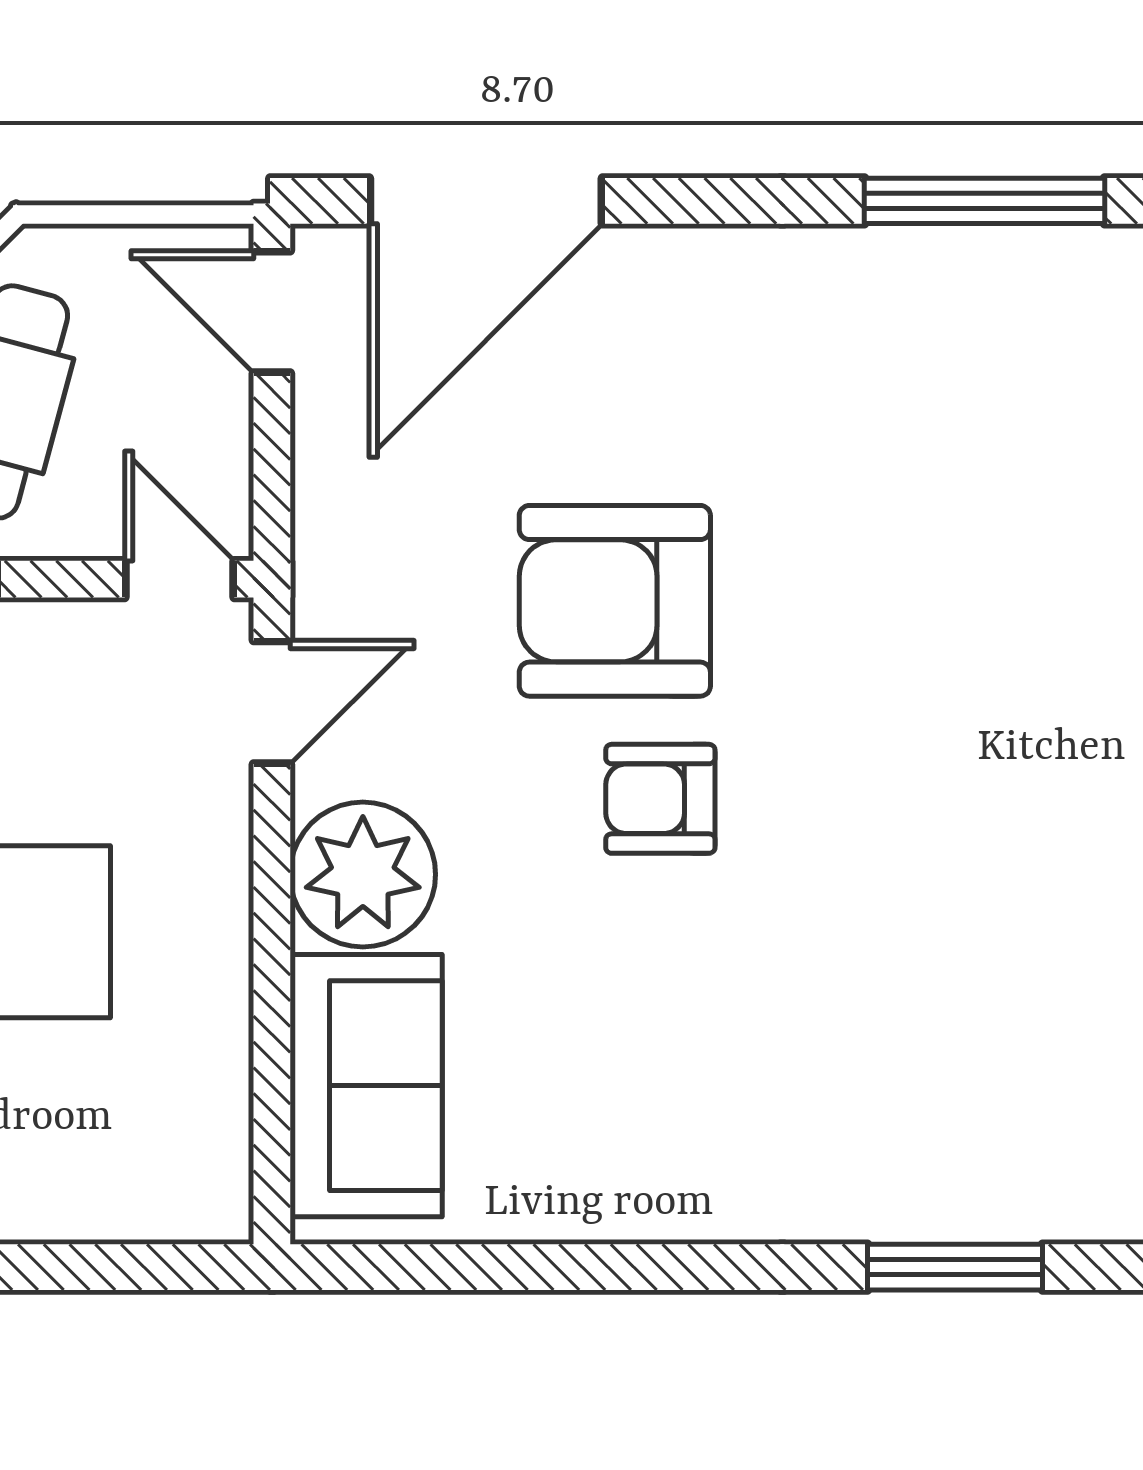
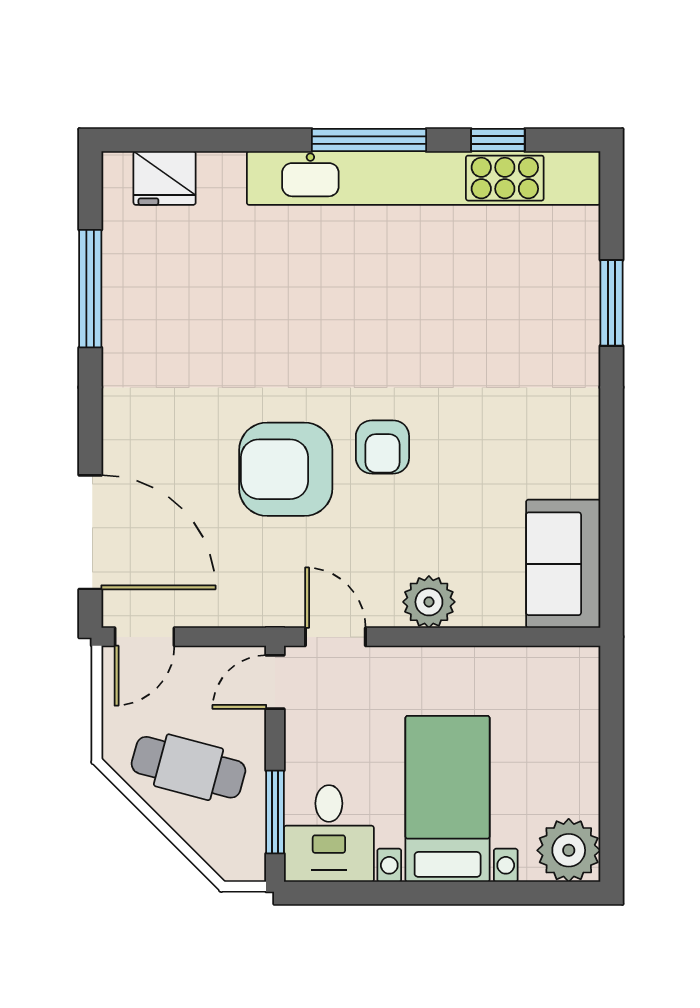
armchair: (615, 601) -> (286, 469), turned 90
plant: (363, 874) -> (429, 602), width x0.73, depth x0.73
sofa: (366, 1086) -> (563, 564), moved, turned -90

